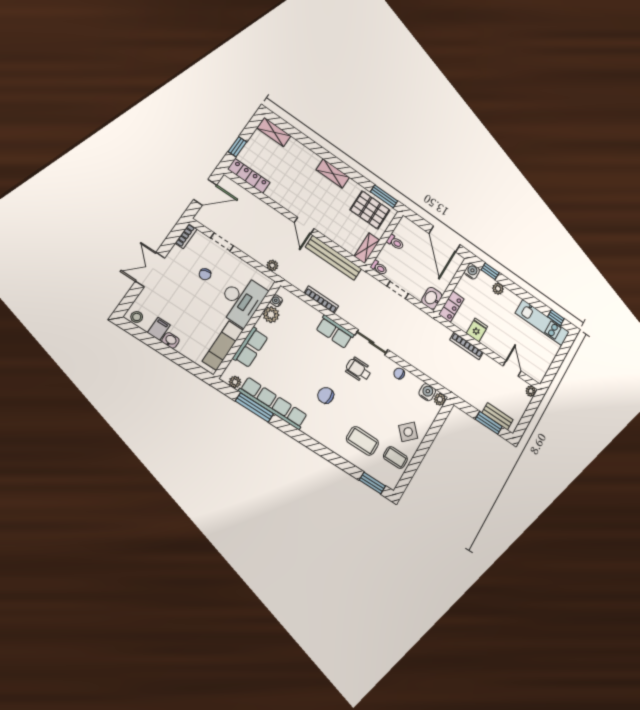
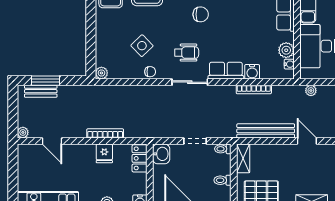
water cooler: (427, 392) -> (252, 72), moved
side table: (408, 432) -> (142, 46), moved

